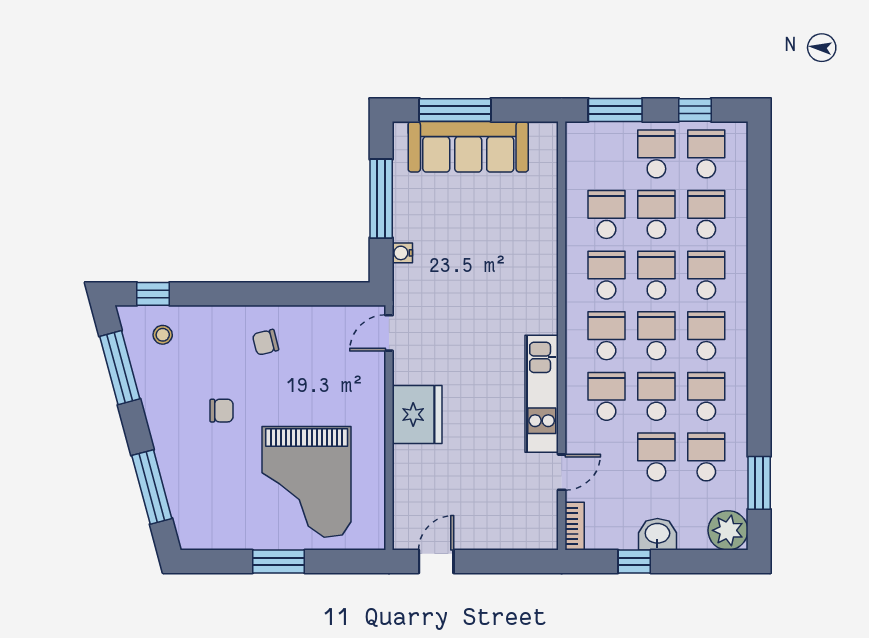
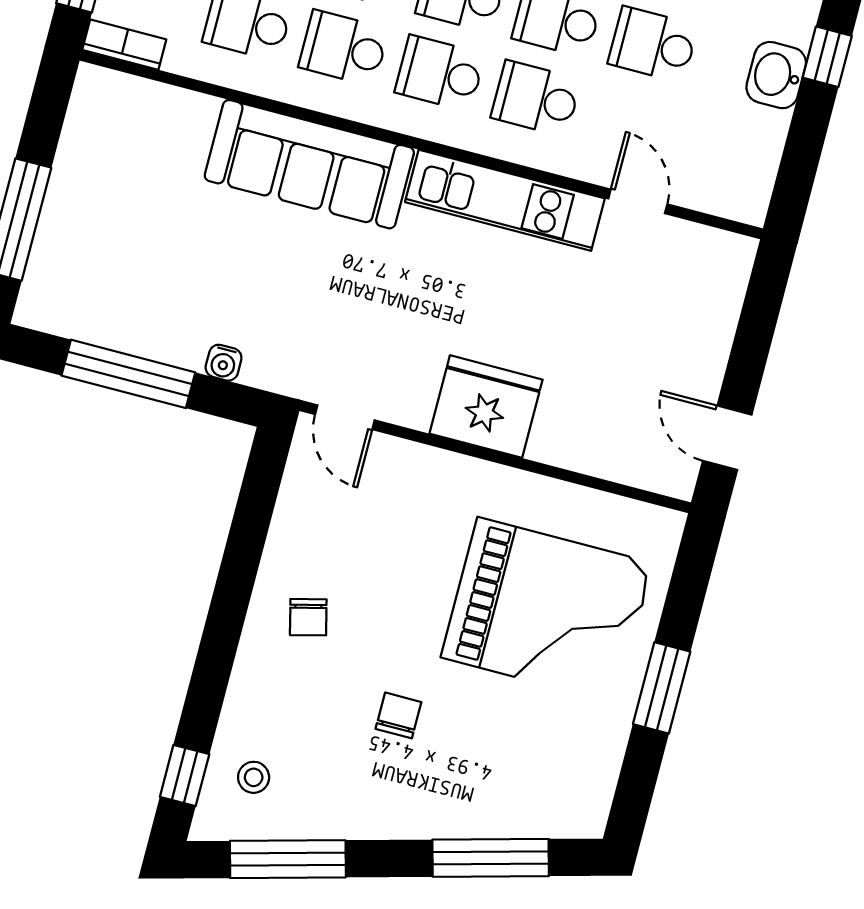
sofa: (468, 147) -> (309, 164), moved, turned 90
bookcase: (575, 526) -> (124, 45), moved
window: (634, 561) -> (827, 57), moved

